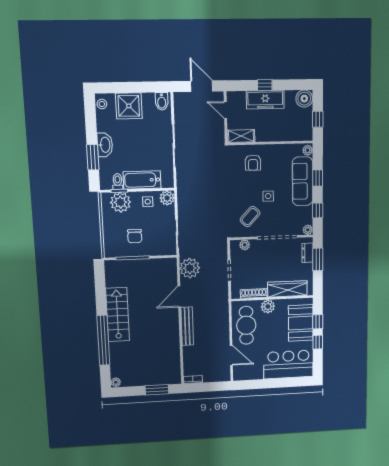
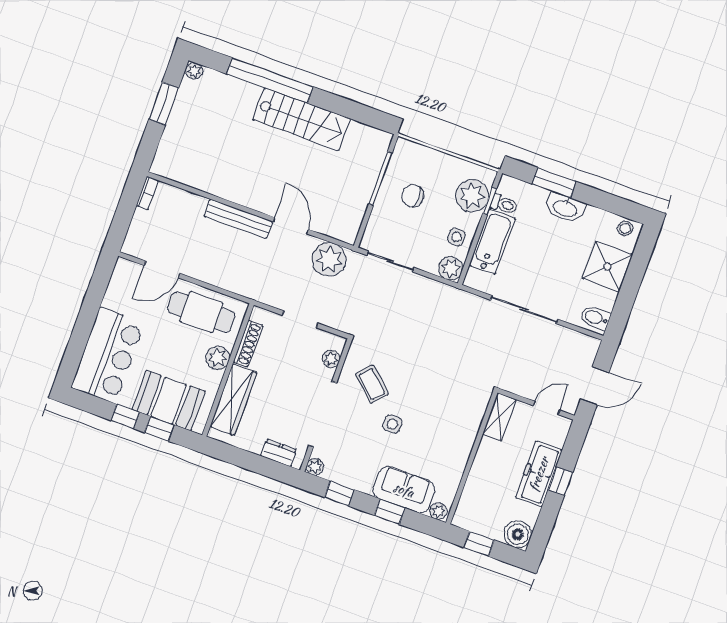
armchair: (253, 163) -> (452, 420), removed
sofa: (303, 181) -> (404, 490), width x0.73
window: (318, 259) -> (261, 465), removed
window: (157, 390) -> (164, 104), moved

